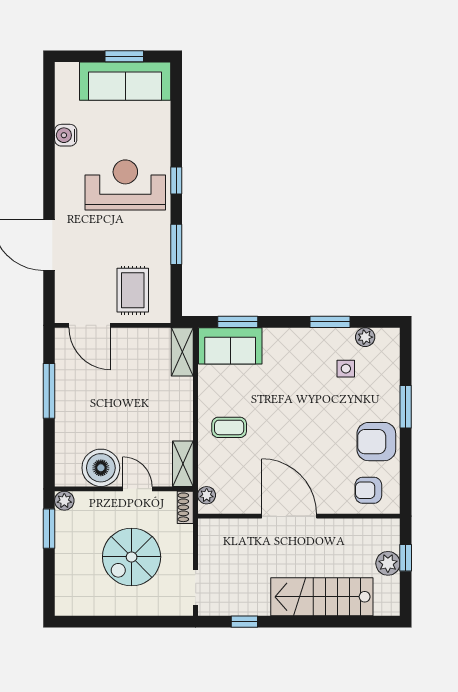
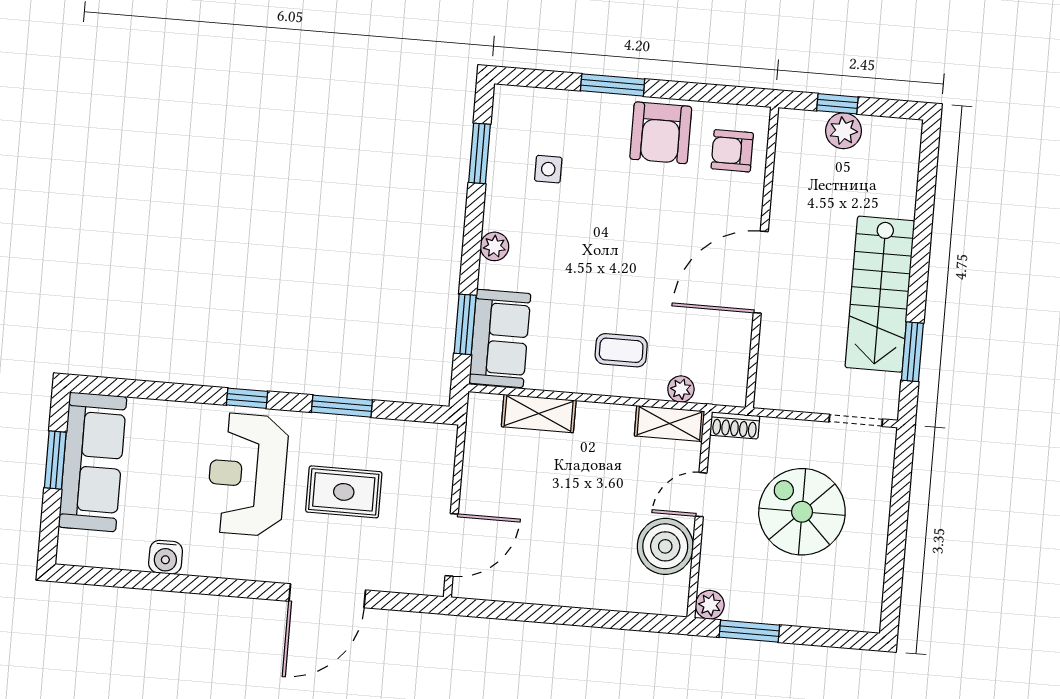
rug: (133, 290) -> (344, 492), moved
window: (330, 322) -> (479, 153), moved
plant: (365, 337) -> (494, 246), moved
shelving: (182, 352) -> (539, 414), moved
window: (49, 391) -> (544, 614), removed
coffee table: (229, 427) -> (621, 350), turned 90
armchair: (368, 490) -> (732, 151), turned 90
plant: (207, 495) -> (681, 389), moved
spiral stairs: (132, 557) -> (802, 512), turned 180
stairs: (322, 597) -> (880, 294), moved
window: (244, 622) -> (912, 352), width x1.50

